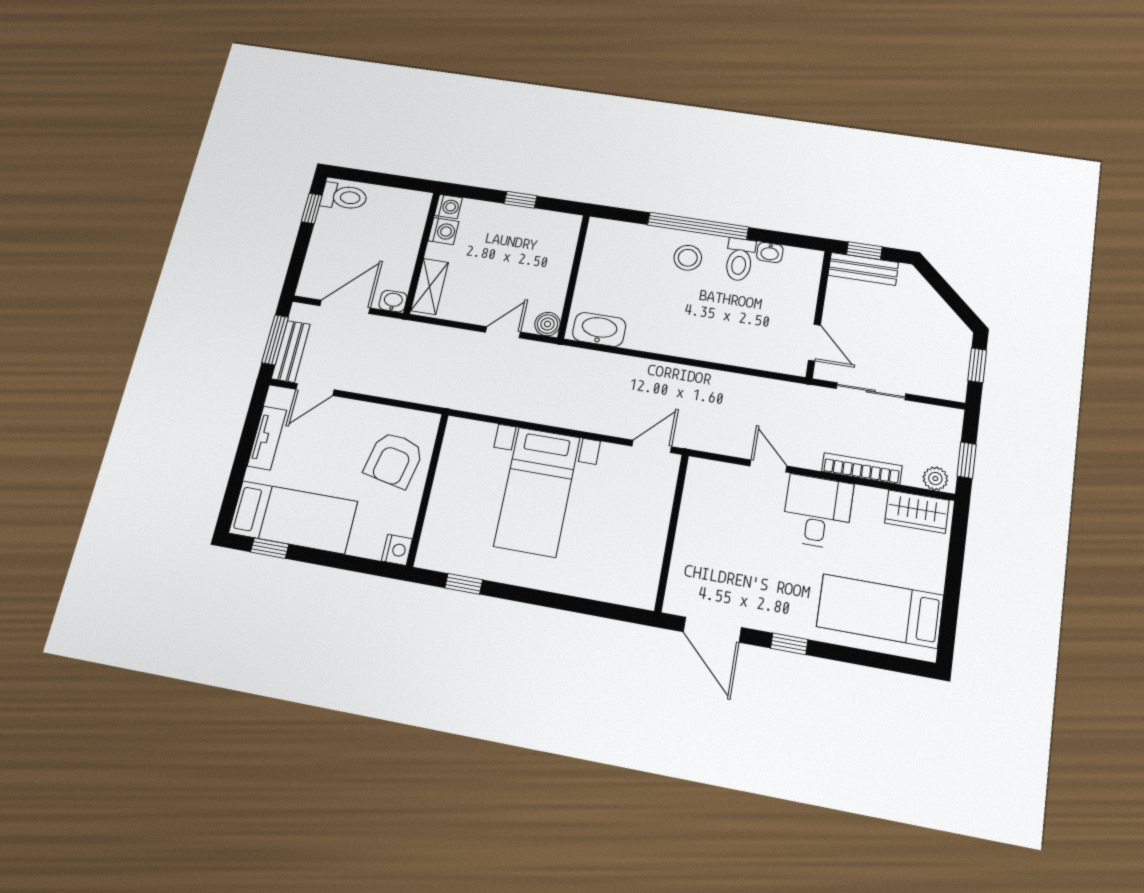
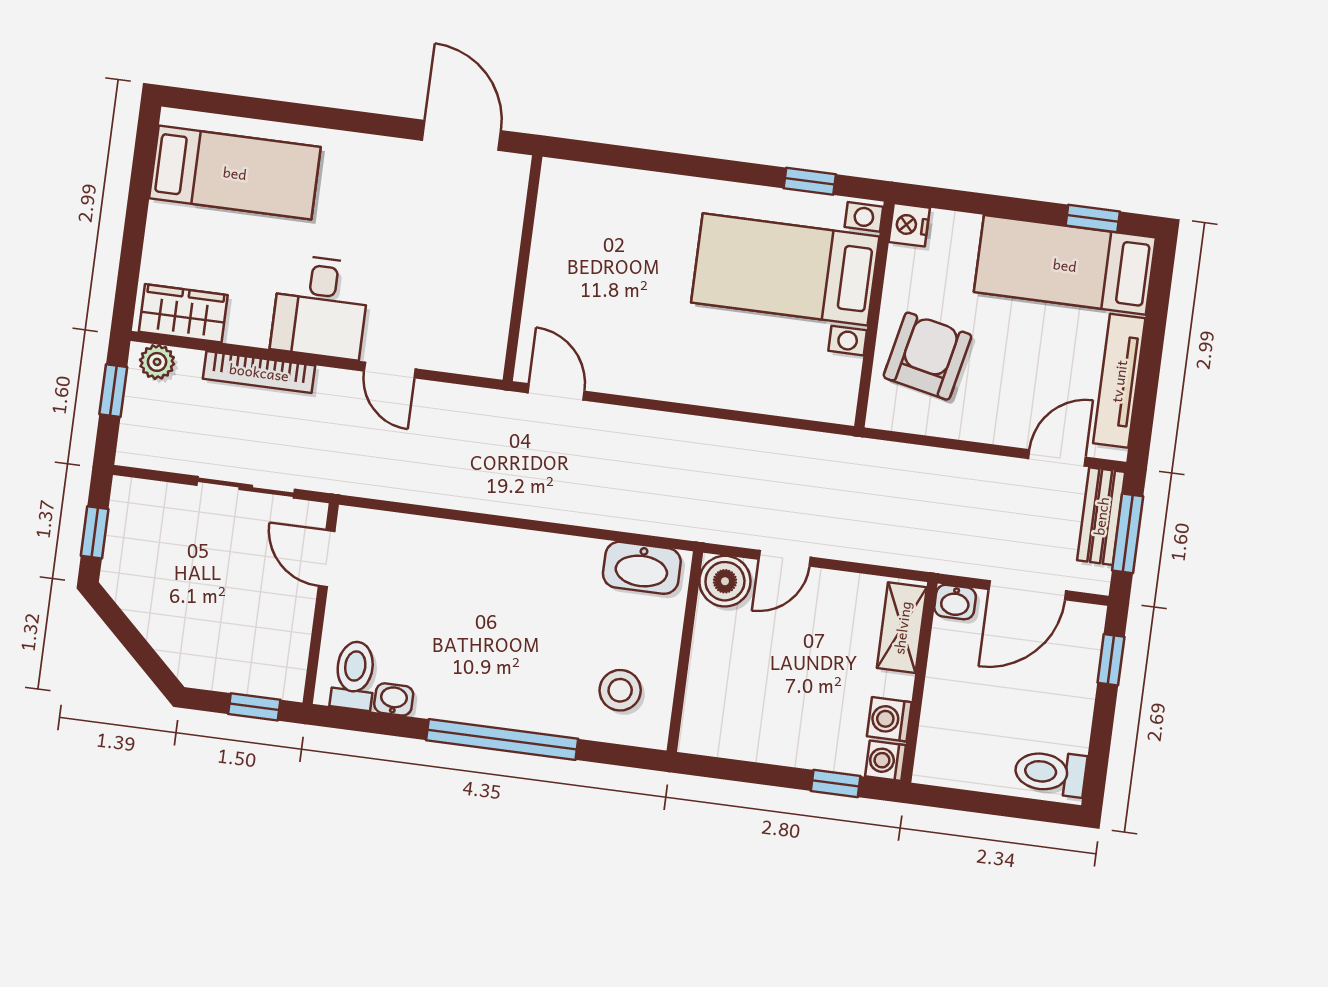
window: (521, 200) -> (836, 783), moved
window: (312, 208) -> (1111, 660), moved
stool: (688, 258) -> (620, 690), moved
toilet: (740, 260) -> (354, 675), moved
bench: (863, 269) -> (256, 677), removed
boiler: (547, 324) -> (725, 581), width x1.36, depth x1.36
tv unit: (267, 438) -> (1119, 381), width x1.41
door: (652, 446) -> (556, 392), swing flipped
bed with nightstands: (537, 492) -> (785, 269), moved, turned -90
window: (789, 644) -> (357, 122), removed

